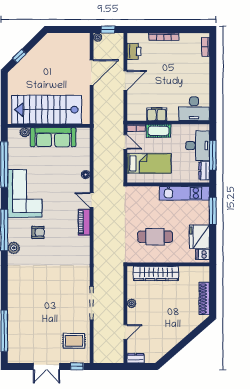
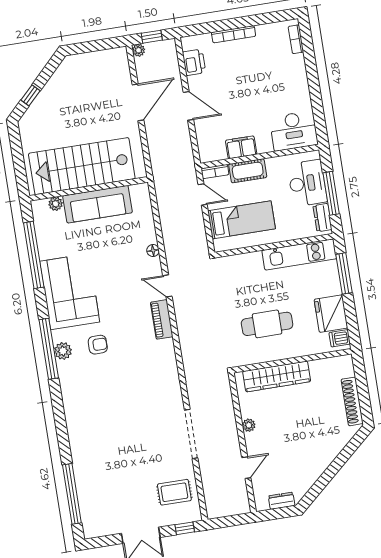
door: (125, 80) -> (188, 106), hinge flipped
plant: (14, 248) -> (63, 351), moved
dresser: (136, 358) -> (282, 501), moved

